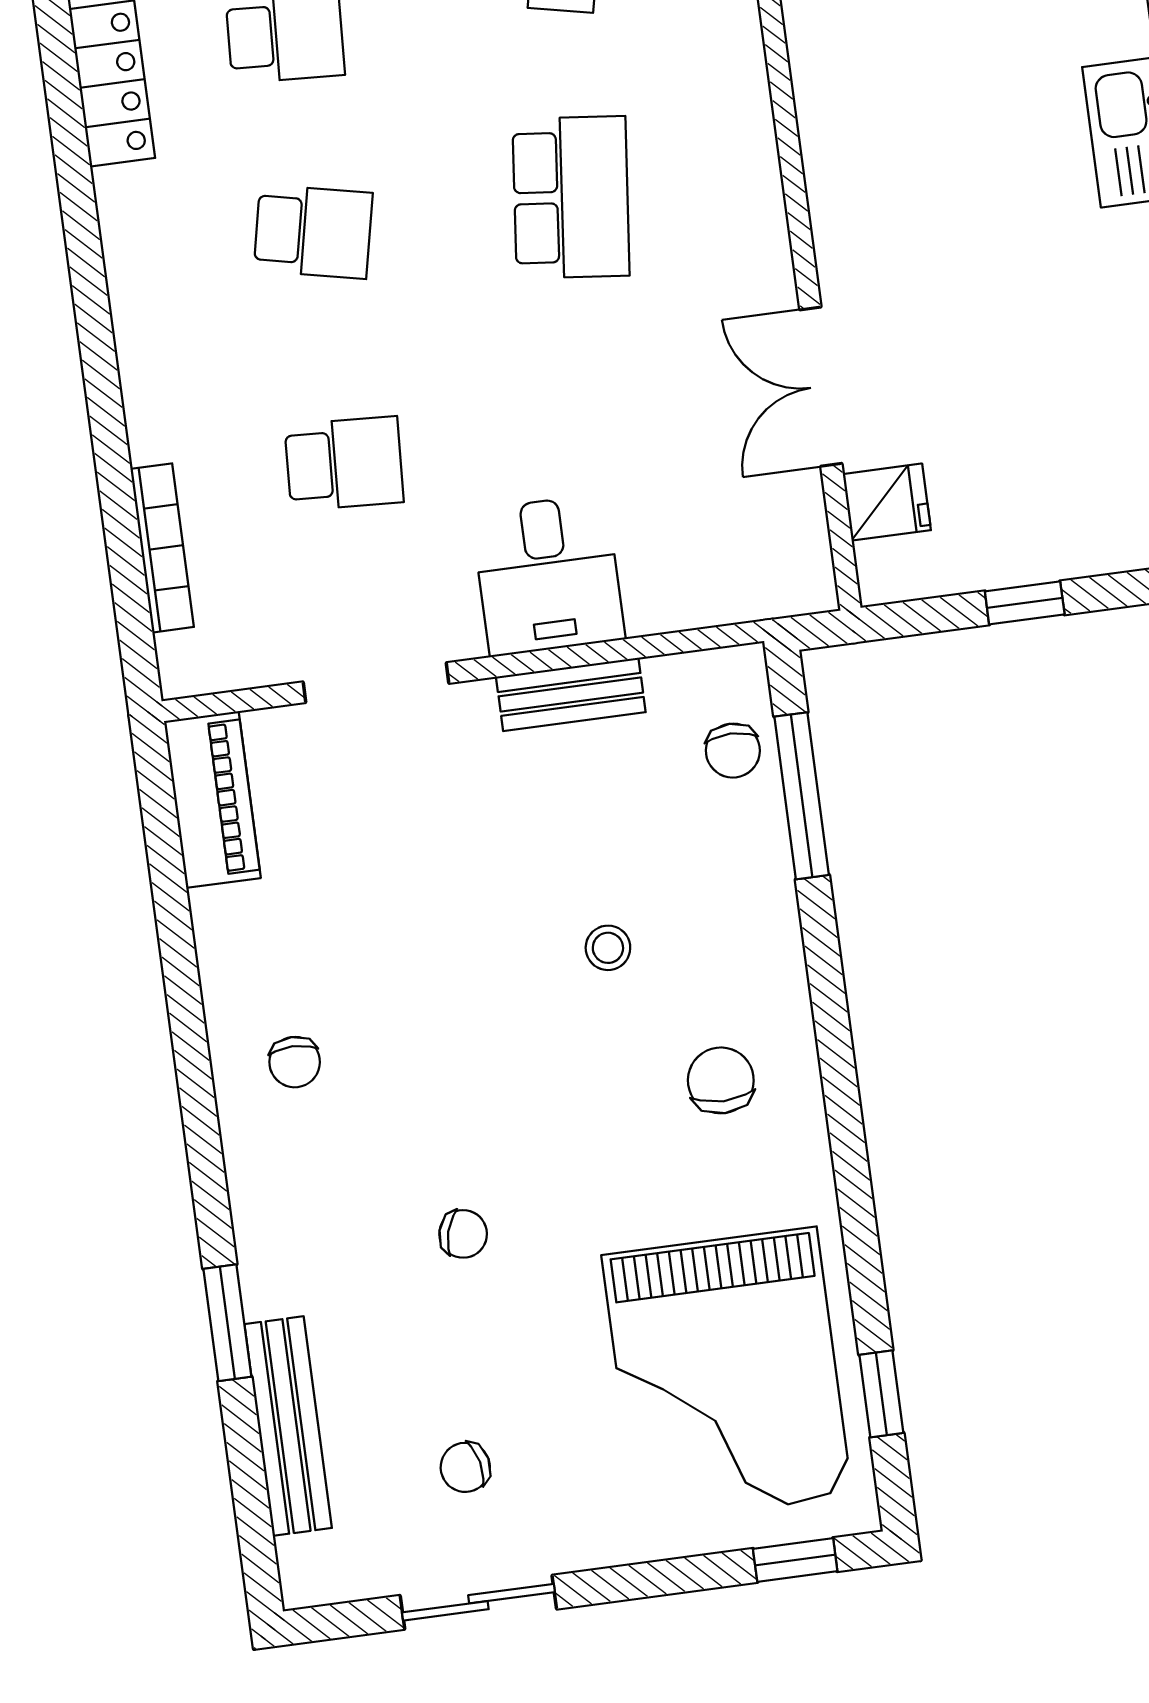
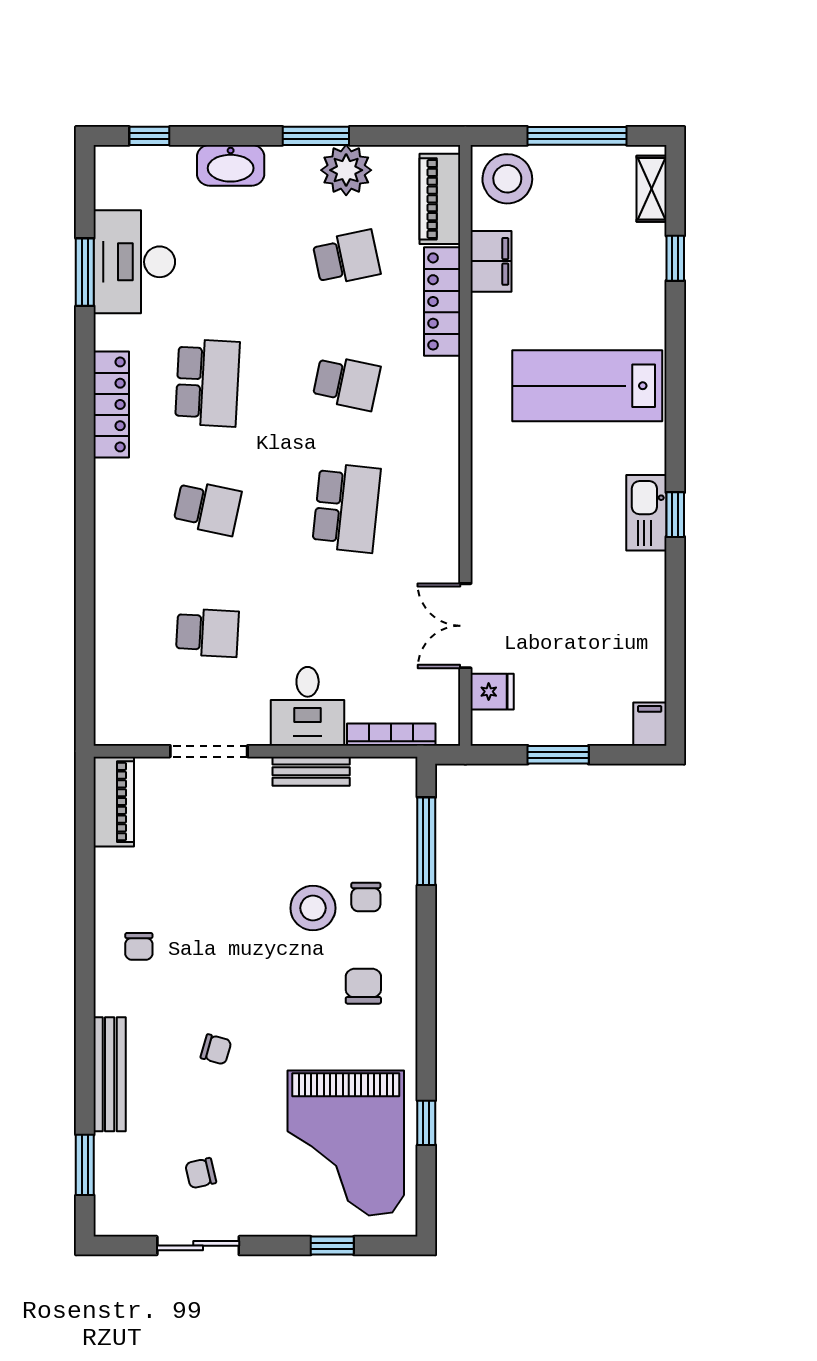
bookcase: (162, 548) -> (391, 735), moved, turned -90
window: (1025, 603) -> (558, 755), width x1.50
chair: (733, 751) -> (366, 897), moved
stool: (608, 948) -> (313, 908), width x1.89, depth x1.89
window: (227, 1323) -> (85, 1165), moved
window: (881, 1394) -> (426, 1123), moved
bench: (288, 1426) -> (110, 1074), moved
window: (795, 1560) -> (332, 1246), moved

